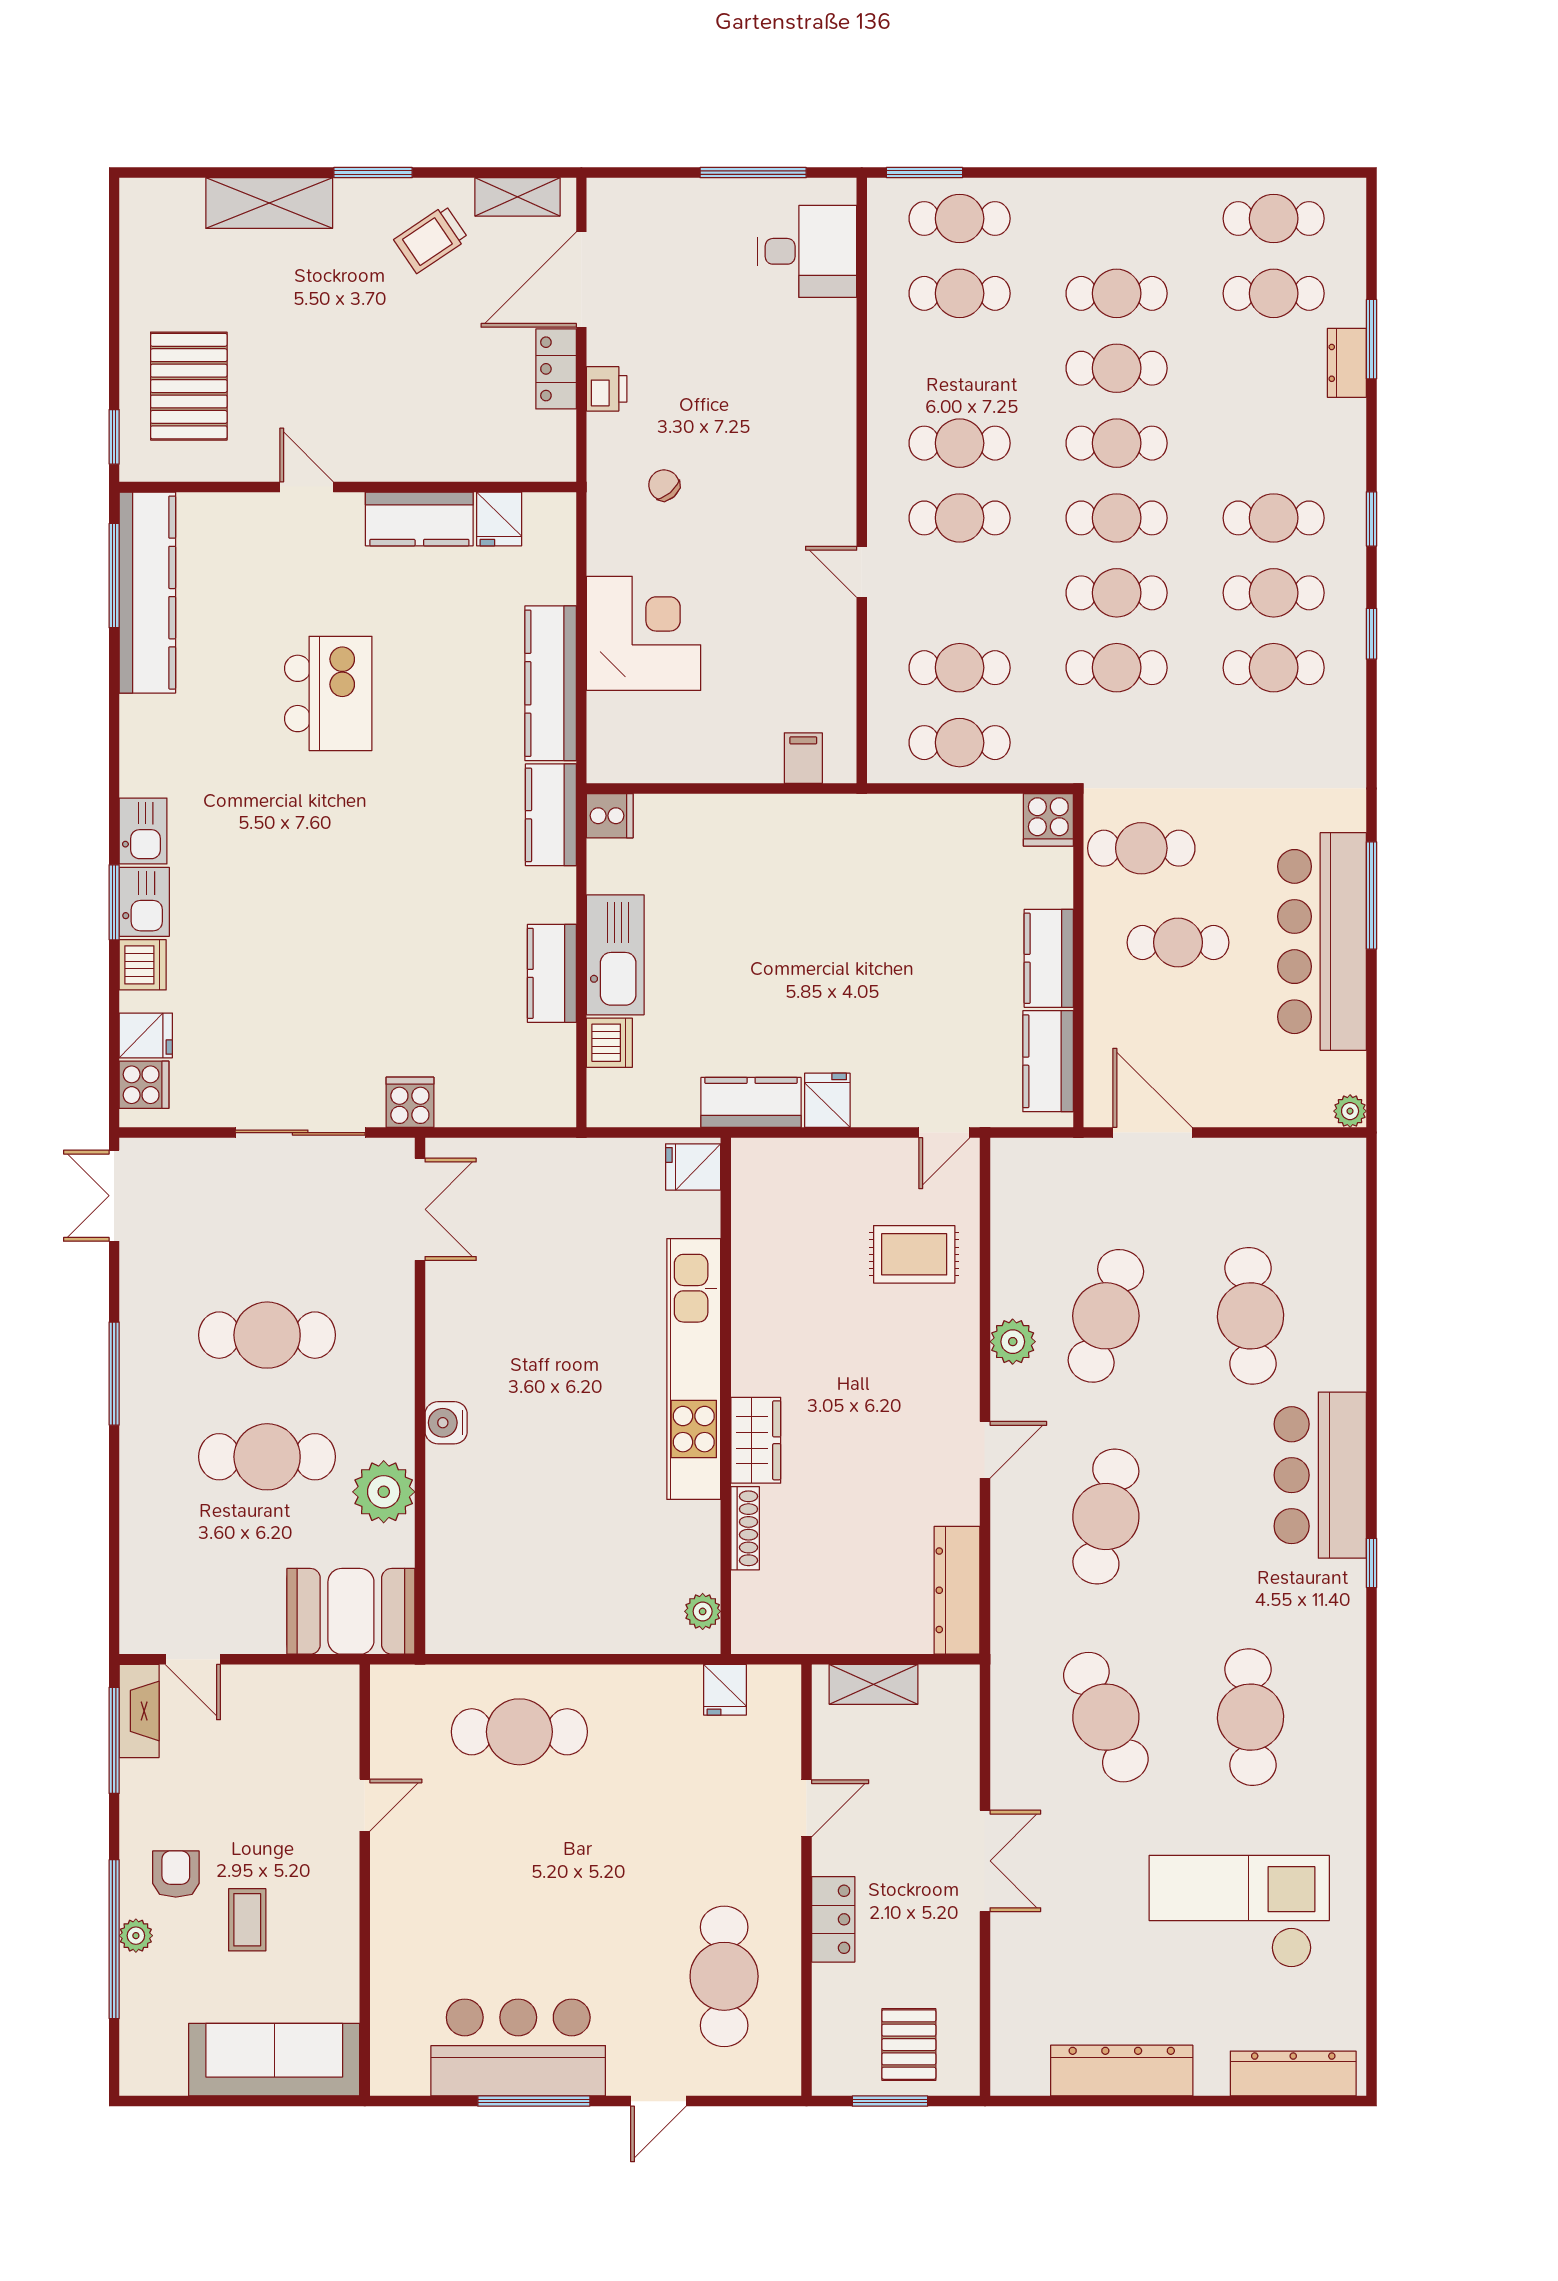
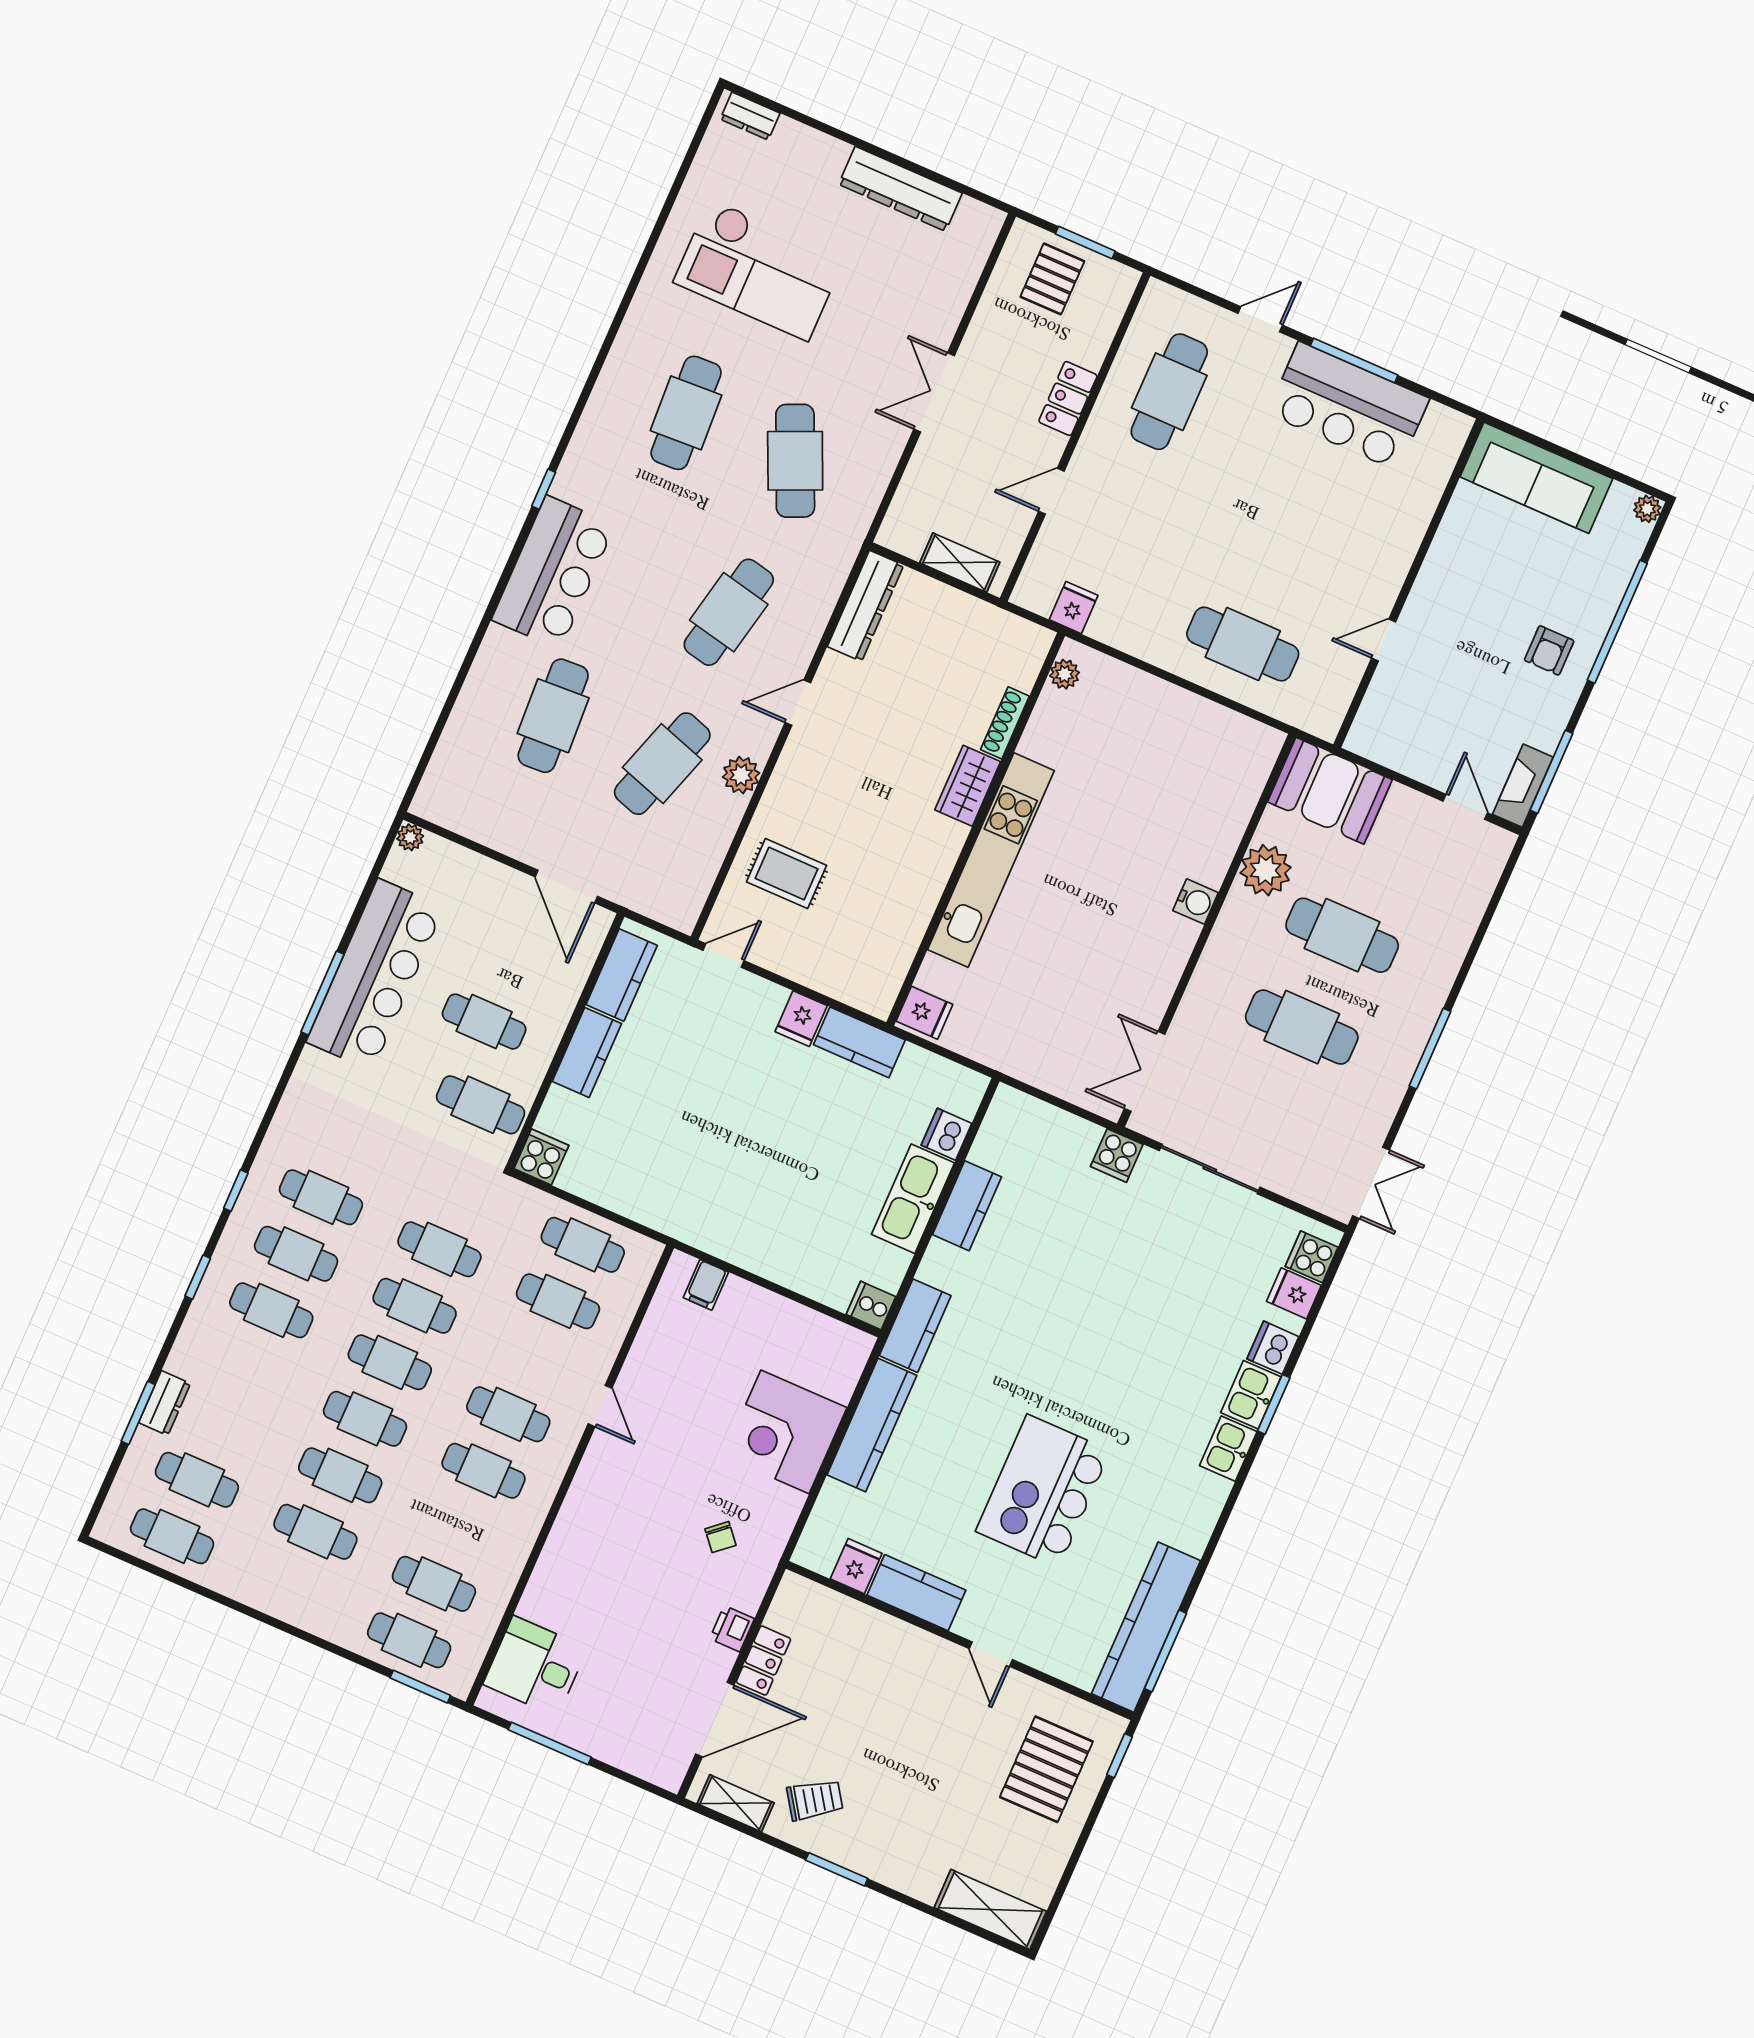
shelving: (269, 203) -> (990, 1909), moved
kitchen island: (328, 693) -> (1043, 1491), width x1.37, depth x1.28
coffee table: (247, 1920) -> (1510, 592), removed
plant: (136, 1936) -> (1647, 509), moved
dresser: (1293, 2074) -> (750, 116), width x0.51, depth x0.80

